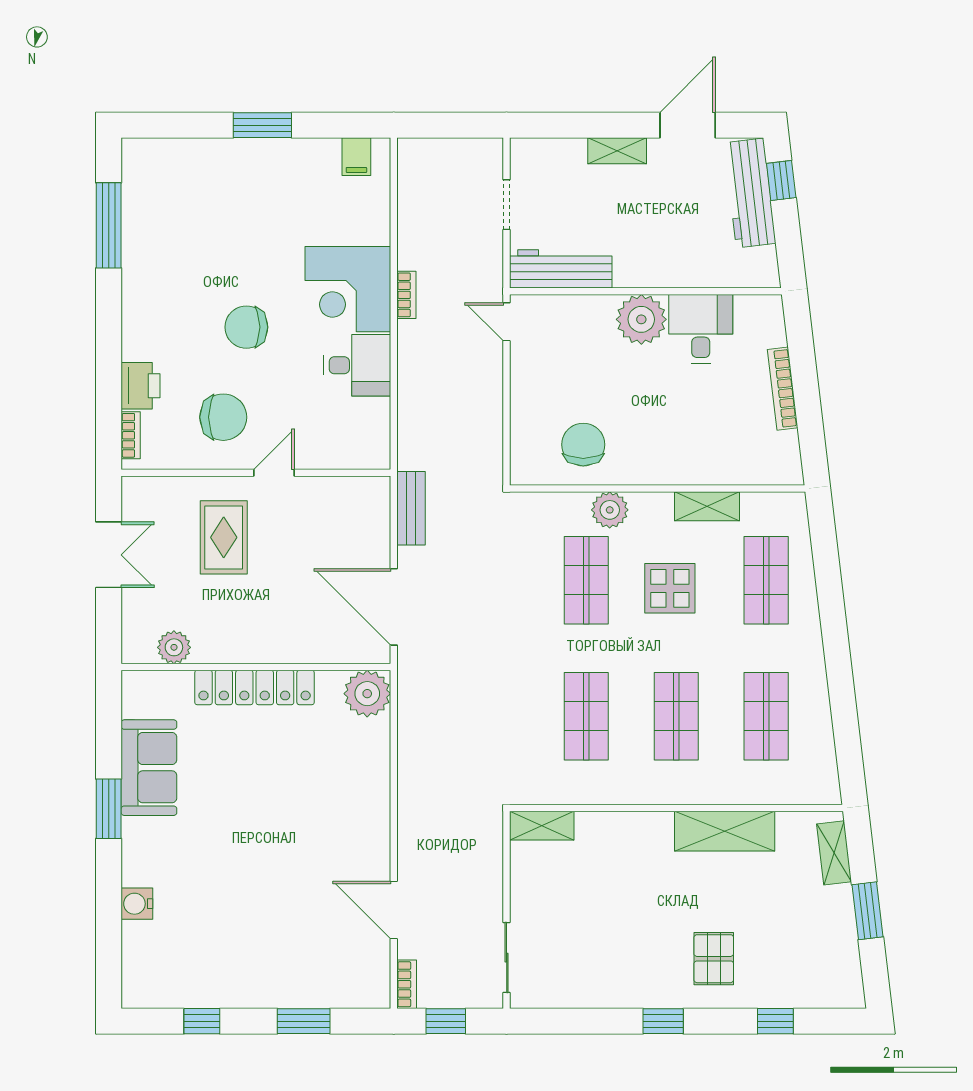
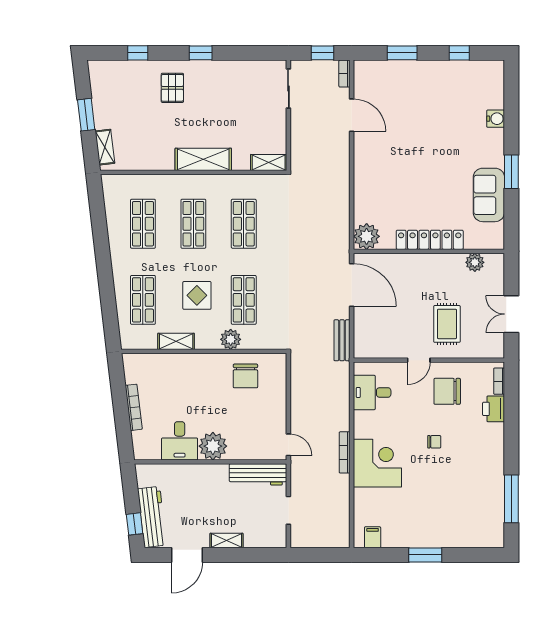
bookcase: (406, 295) -> (345, 452), width x1.56
chair: (246, 327) -> (434, 442), width x0.54, depth x0.54
desk: (357, 365) -> (372, 392), moved
shelving: (725, 831) -> (203, 159), moved

